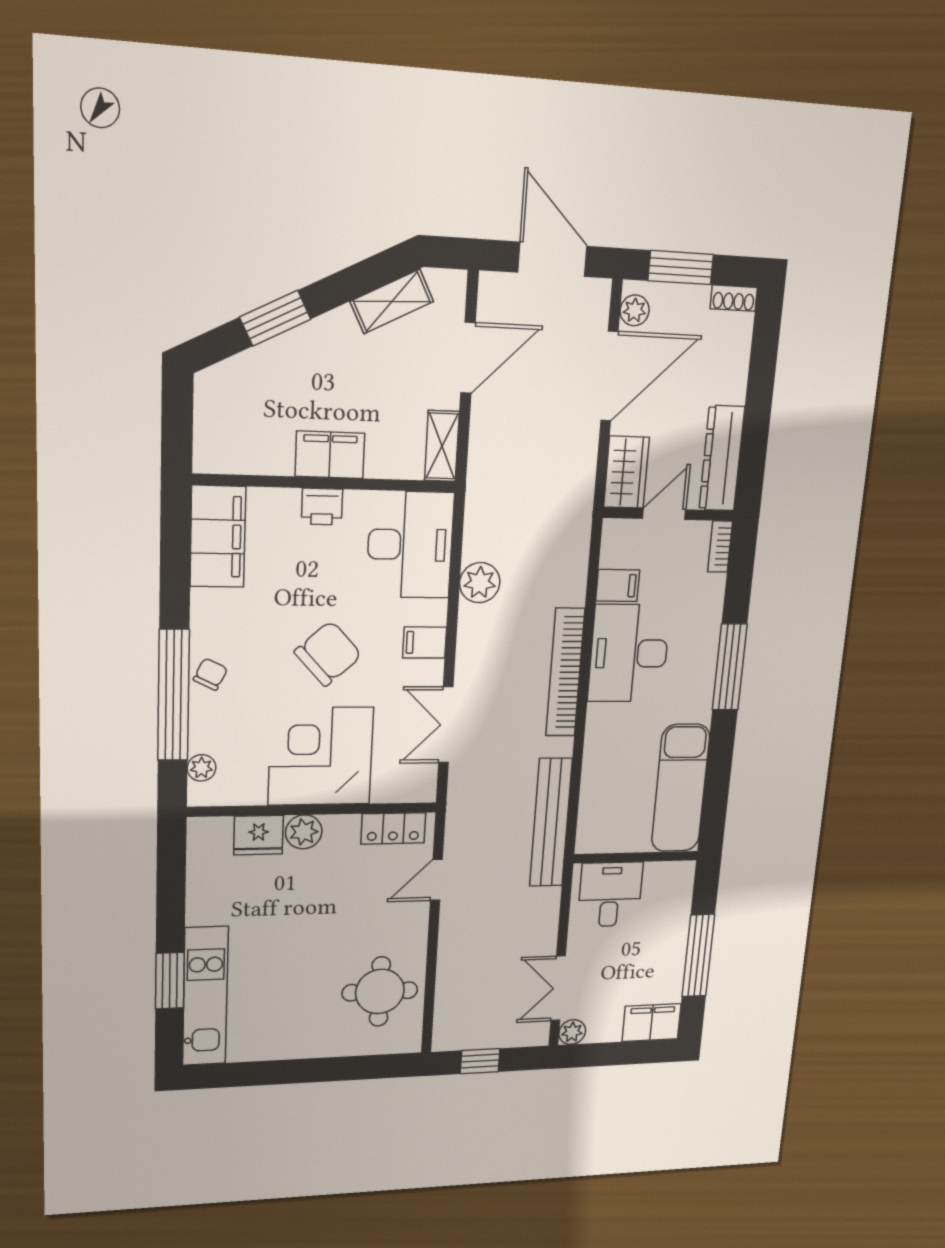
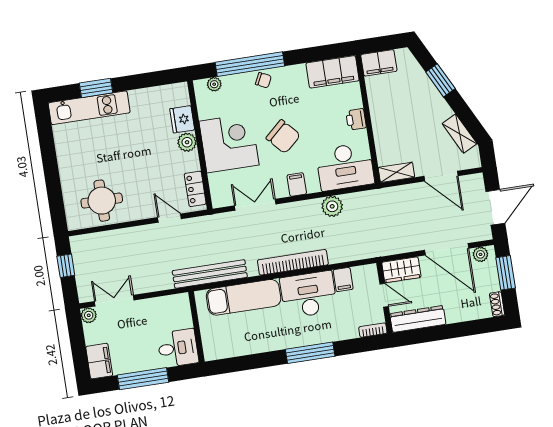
filing cabinet: (330, 455) -> (379, 63), moved, turned 90
exam couch: (681, 788) -> (244, 297), moved, turned 180
desk: (610, 894) -> (178, 348), moved

